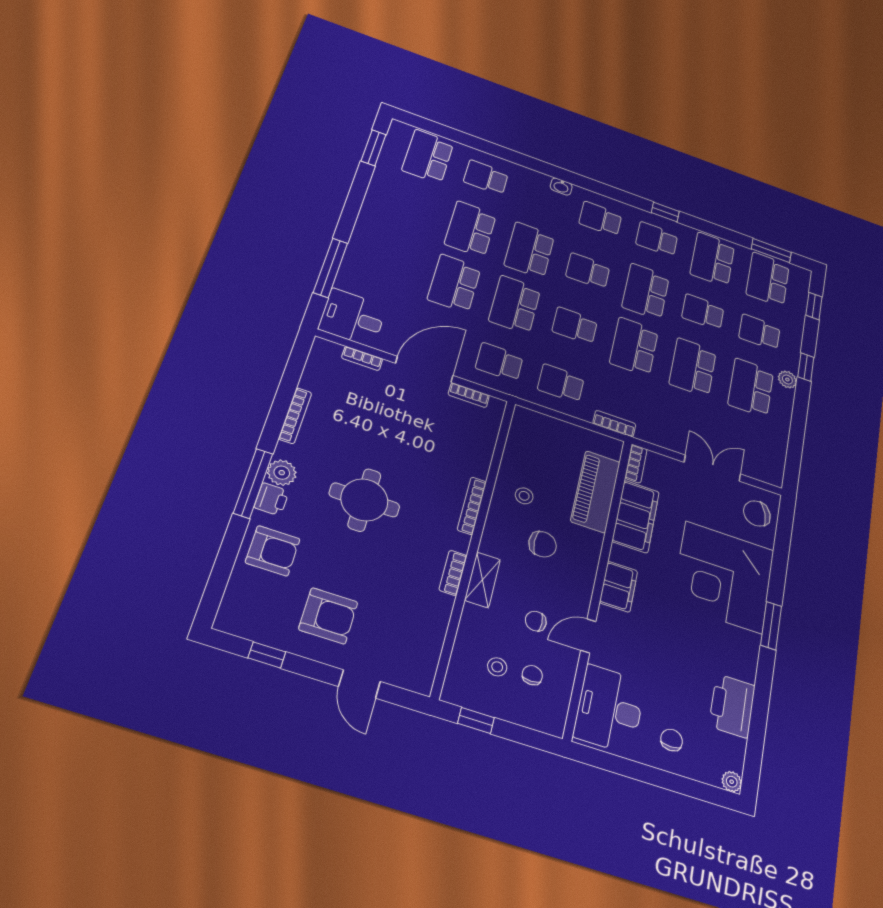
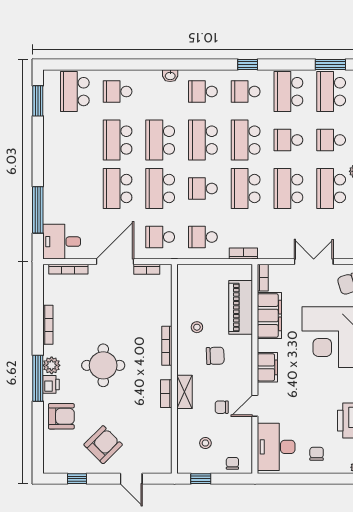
school desk: (588, 271) -> (203, 140), width x1.85
bookcase: (362, 358) -> (68, 269), width x1.56
armchair: (328, 616) -> (103, 445), turned -45
chair: (532, 675) -> (232, 463), moved

